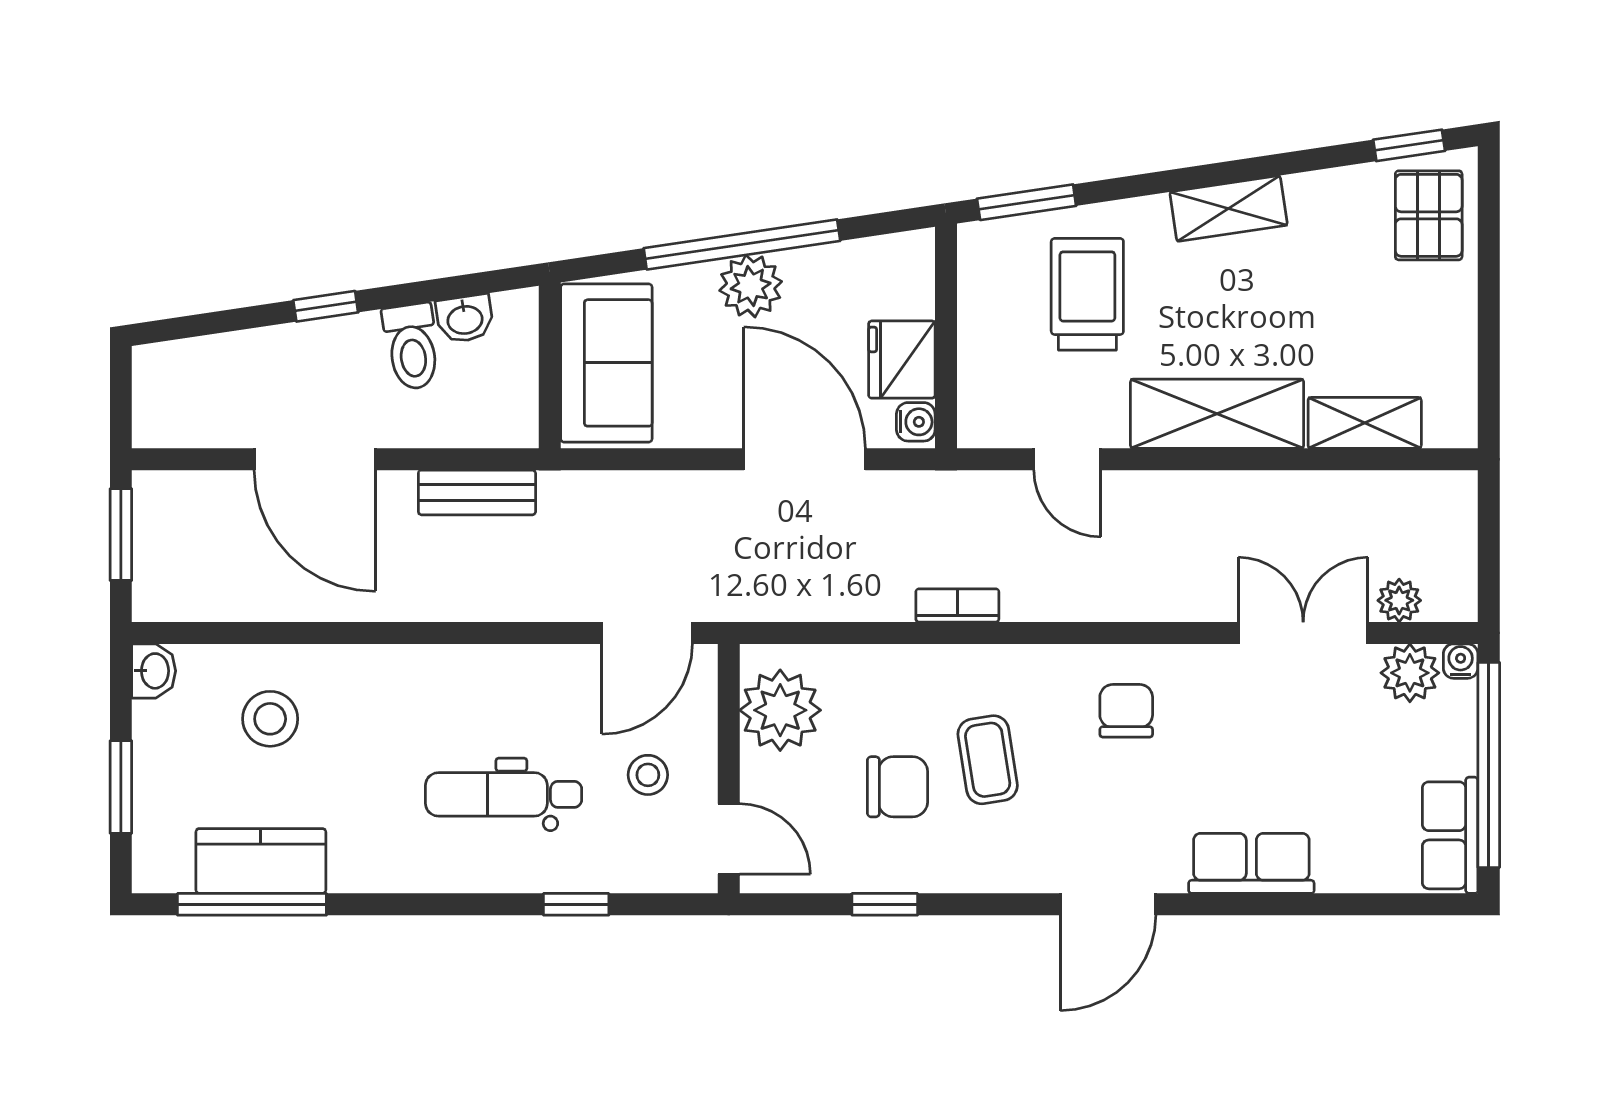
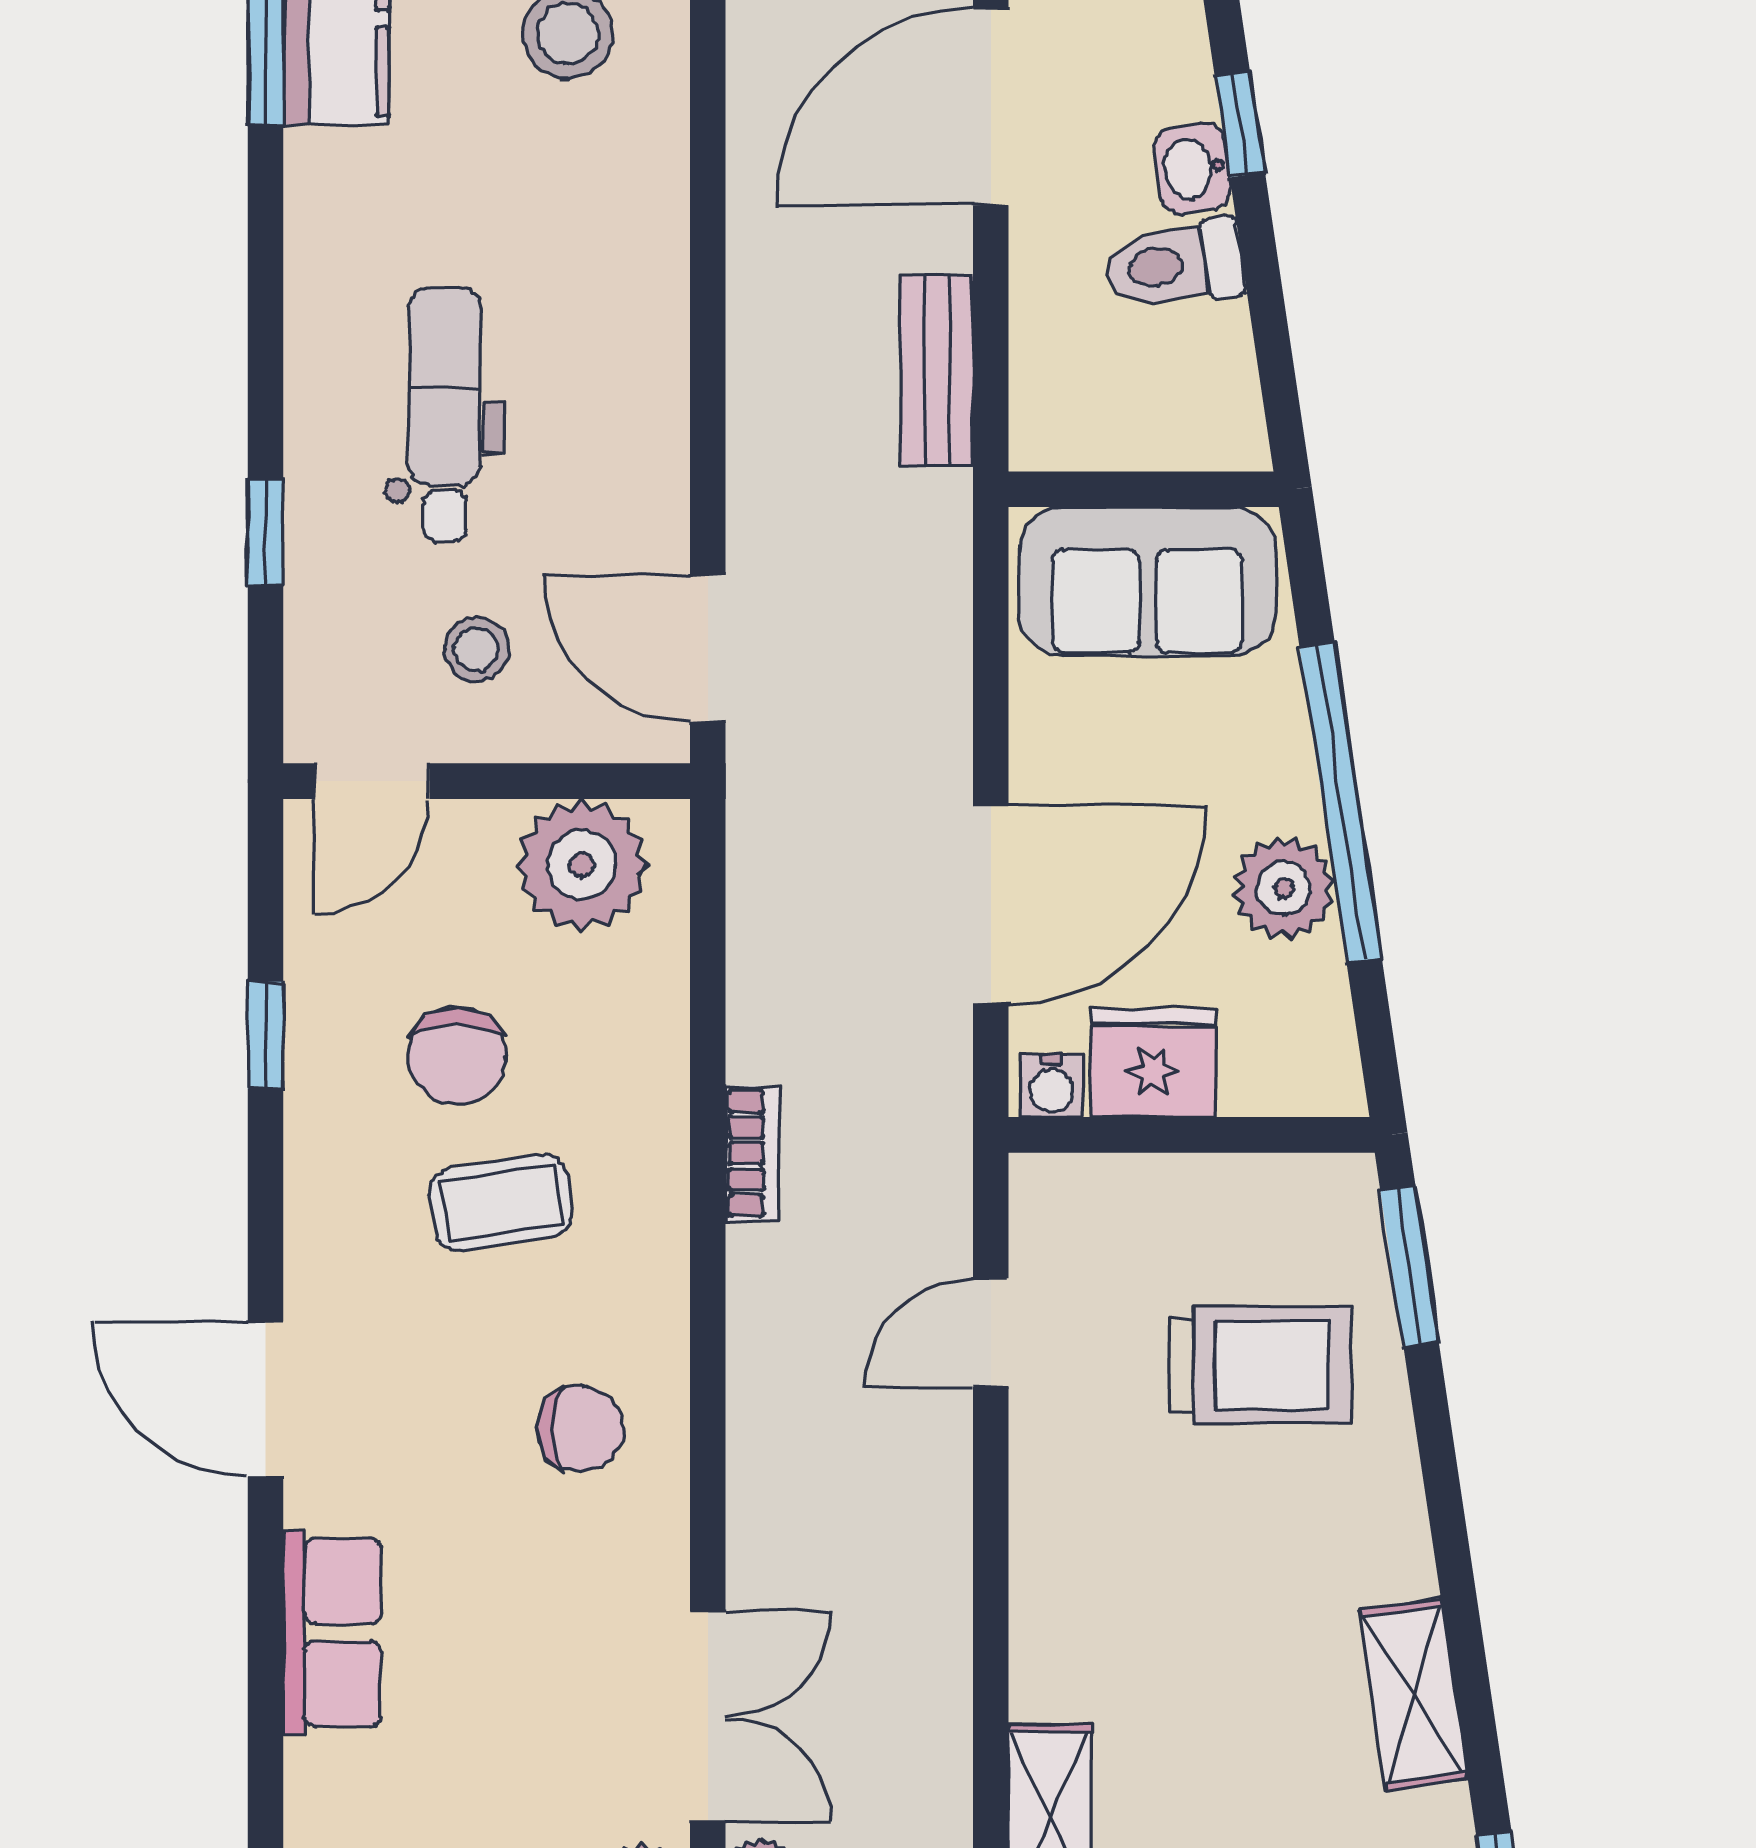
shelving: (1229, 209) -> (1414, 1694), moved
plant: (751, 286) -> (1284, 888), moved
washbasin: (465, 319) -> (1193, 169), moved
shelving: (1217, 414) -> (1065, 1577), removed

